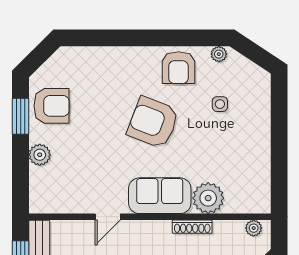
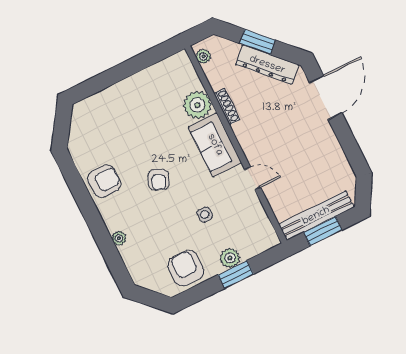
plant: (219, 54) -> (119, 238), moved
side table: (220, 104) -> (205, 214), moved
window: (21, 116) -> (236, 274), moved
armchair: (153, 122) -> (159, 180), width x0.53, depth x0.53

